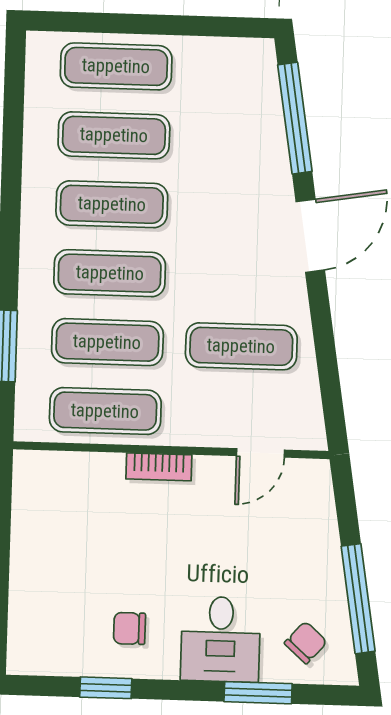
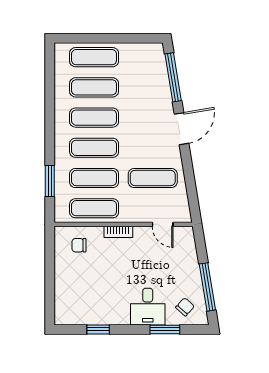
door: (261, 453) -> (163, 224), hinge flipped
chair: (129, 628) -> (79, 245), moved

